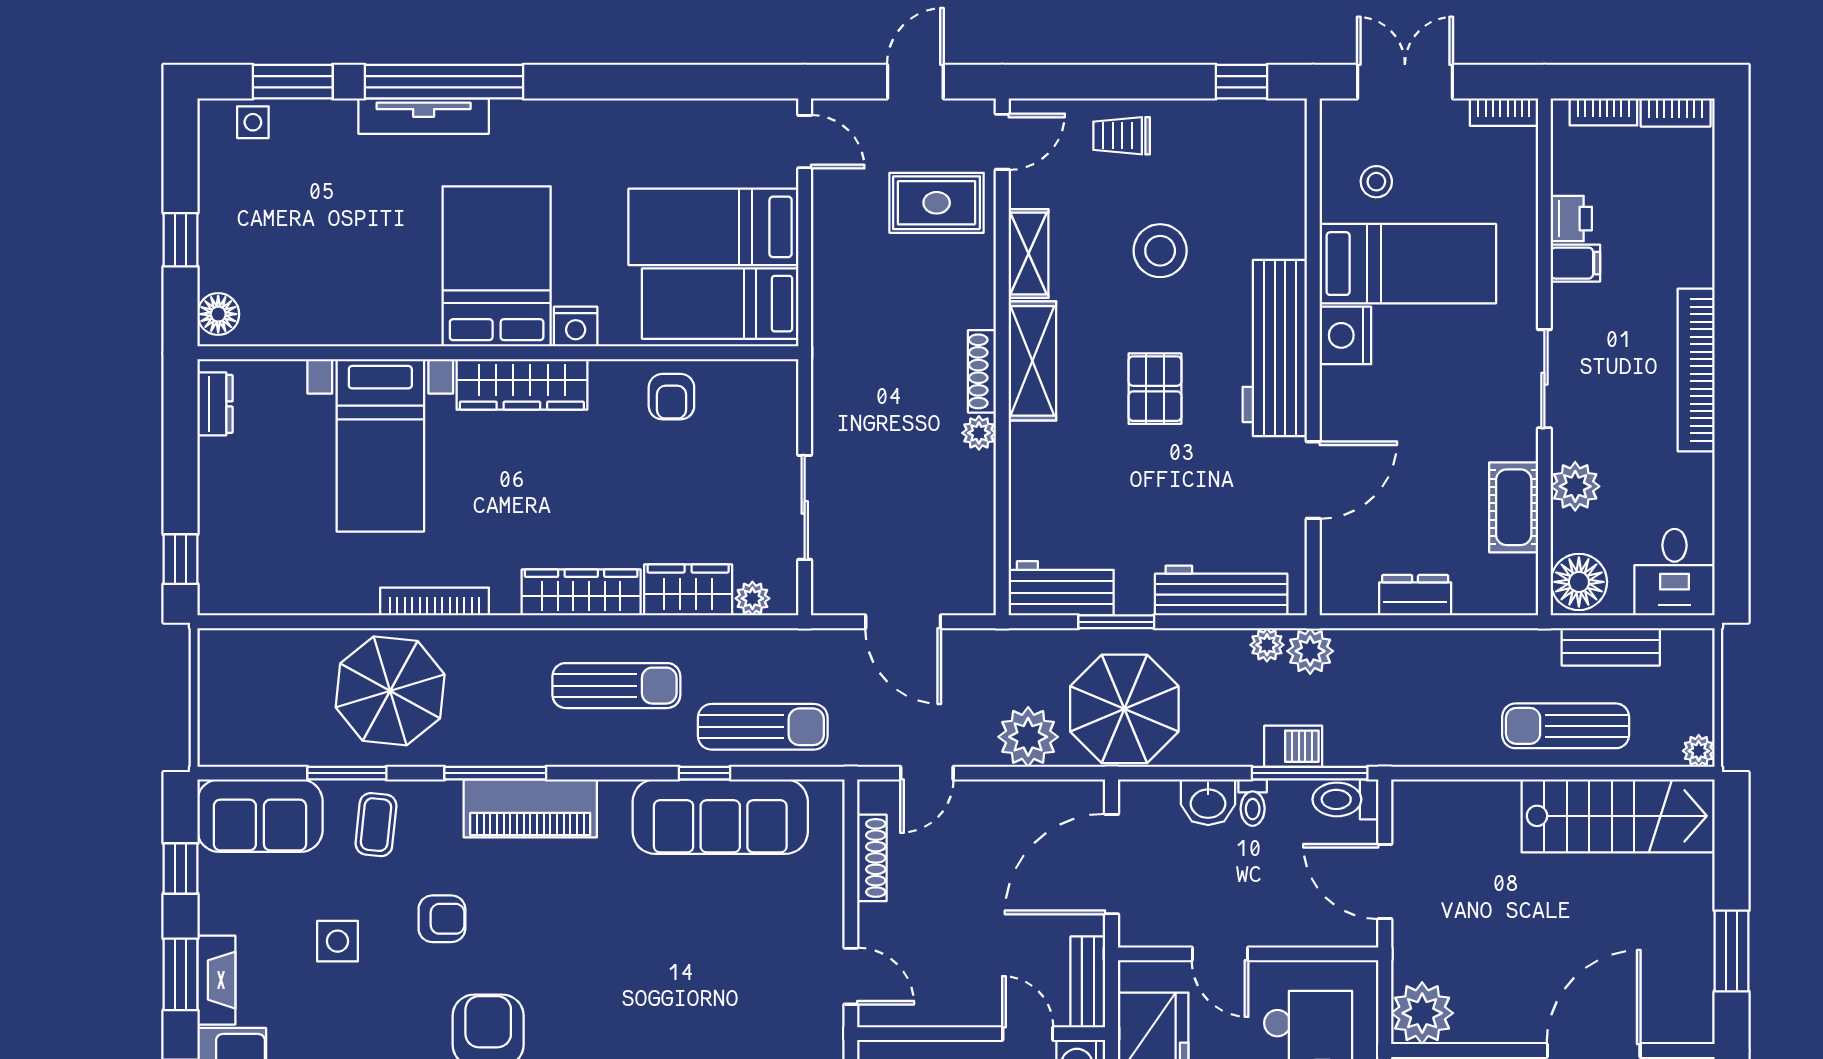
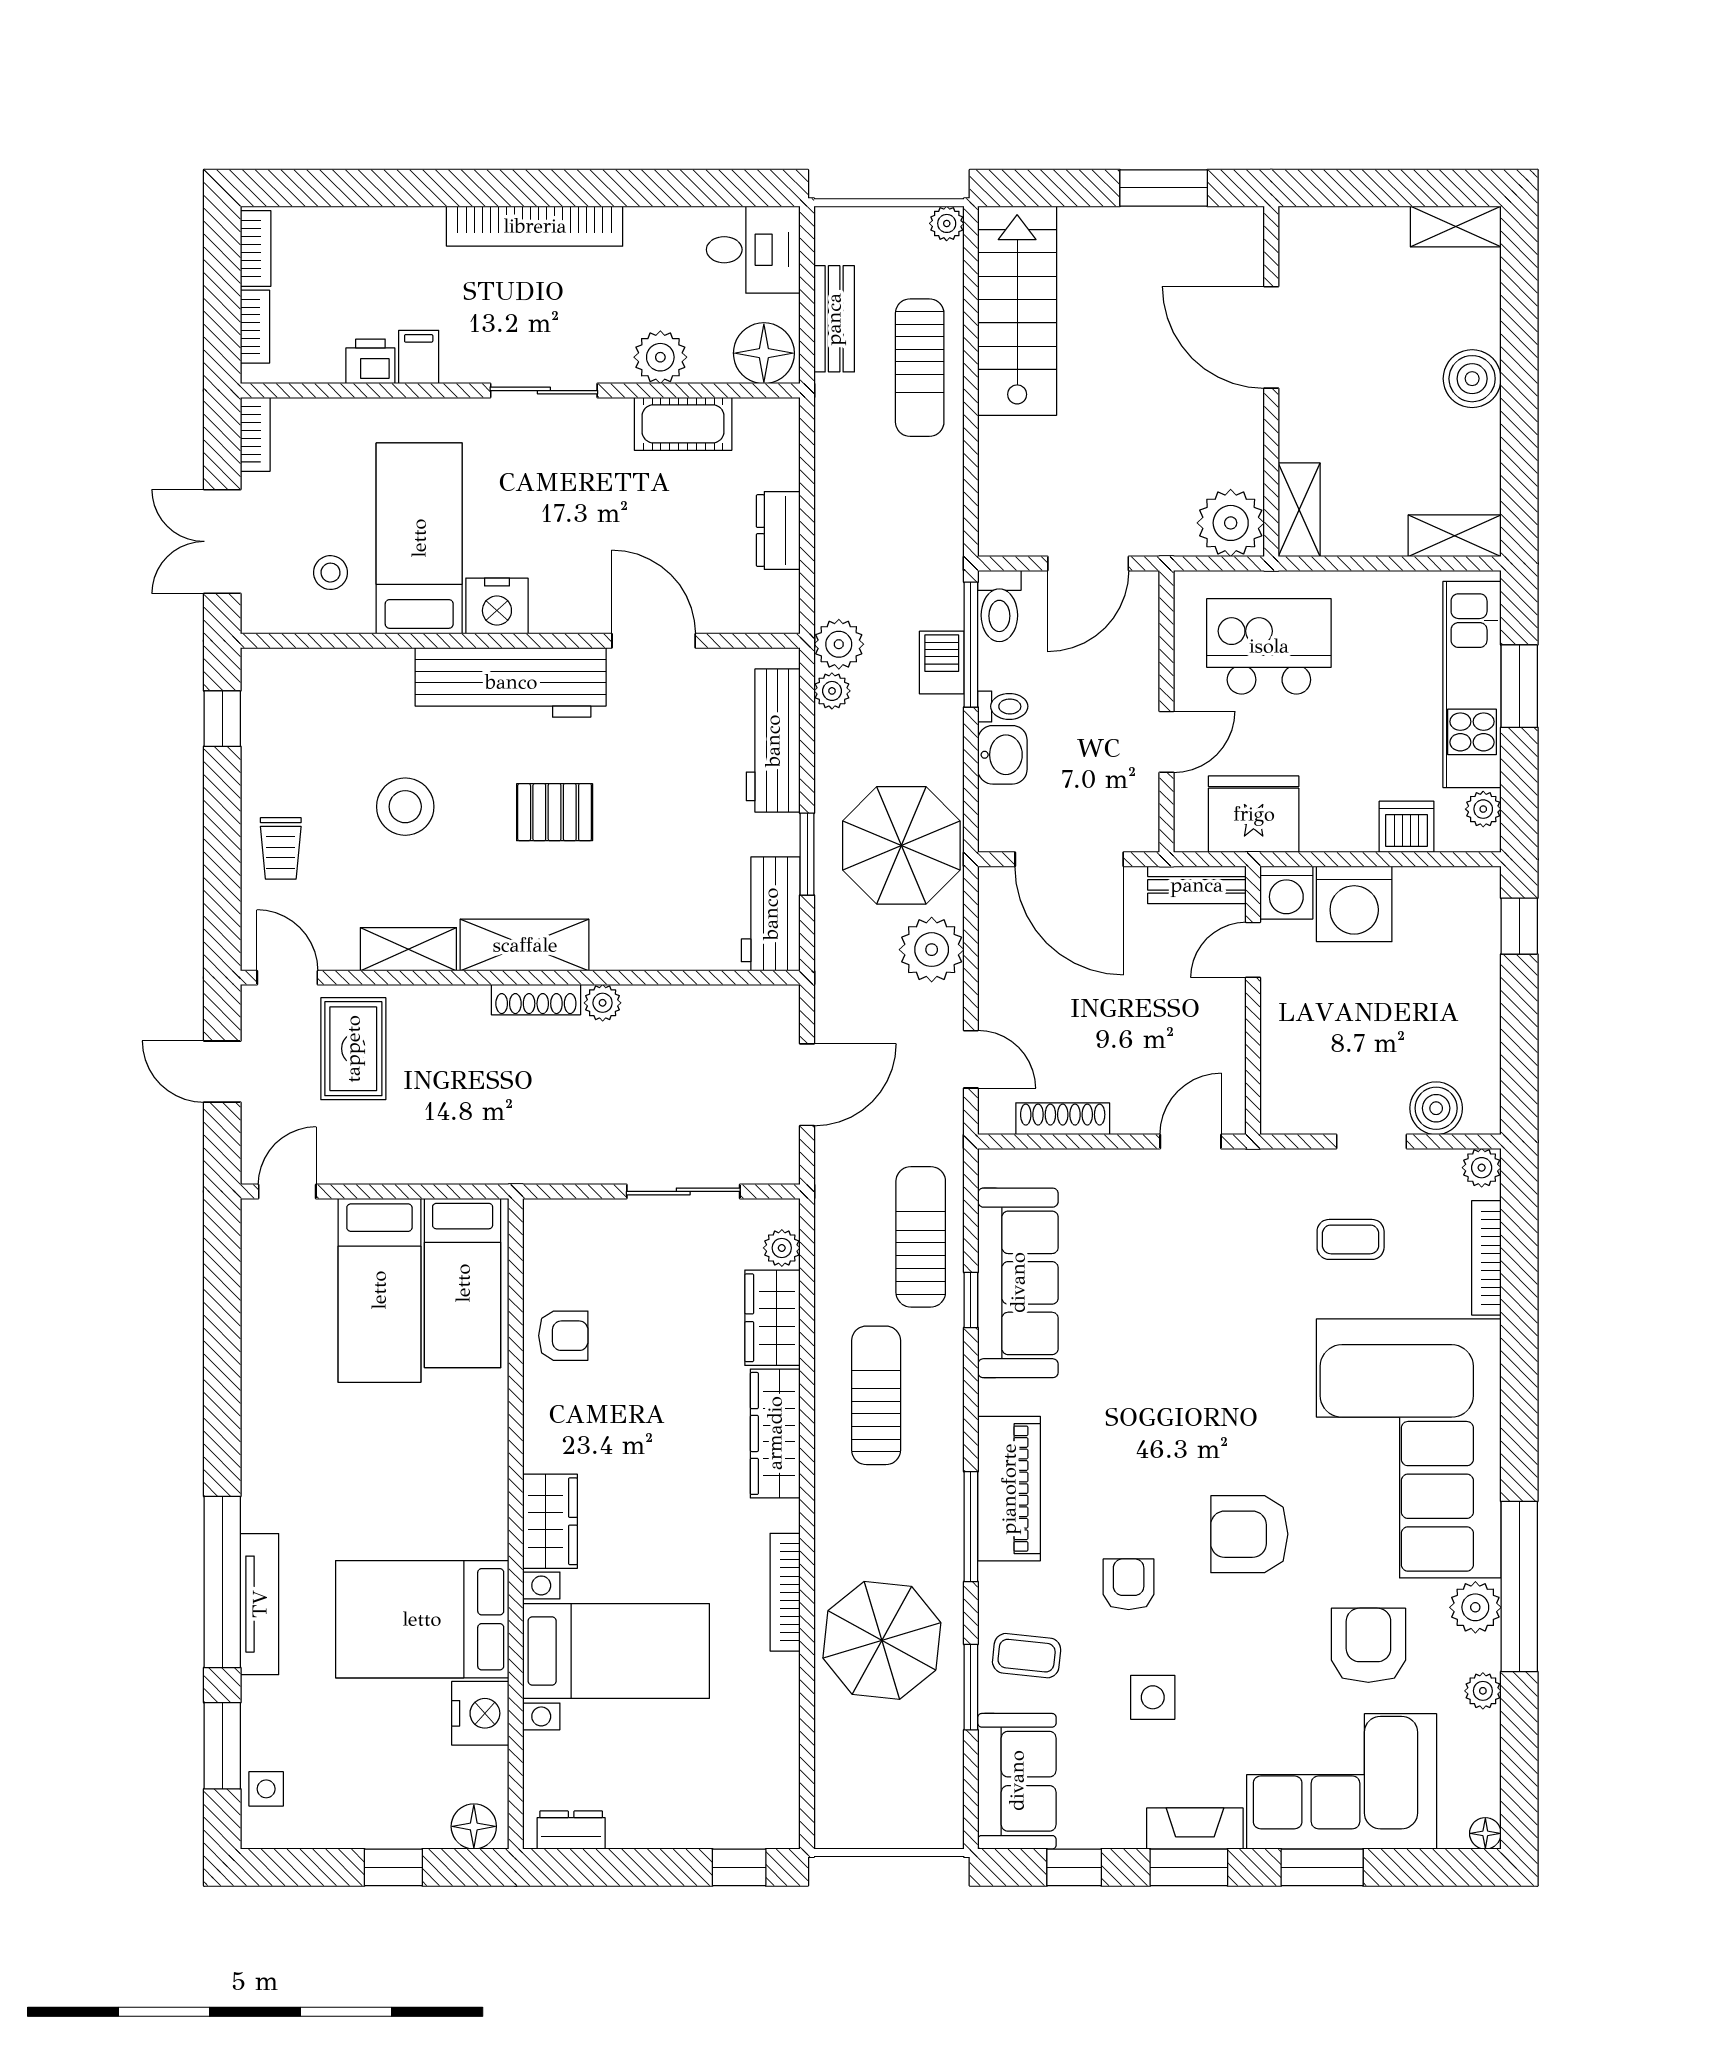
bed: (497, 266) -> (422, 1619), moved
nightstand: (576, 327) -> (480, 1713), moved, width x1.36, depth x1.33
wardrobe: (522, 384) -> (550, 1521), width x0.67

